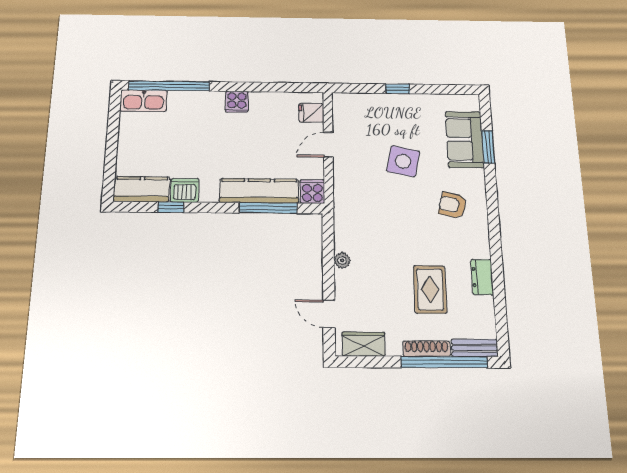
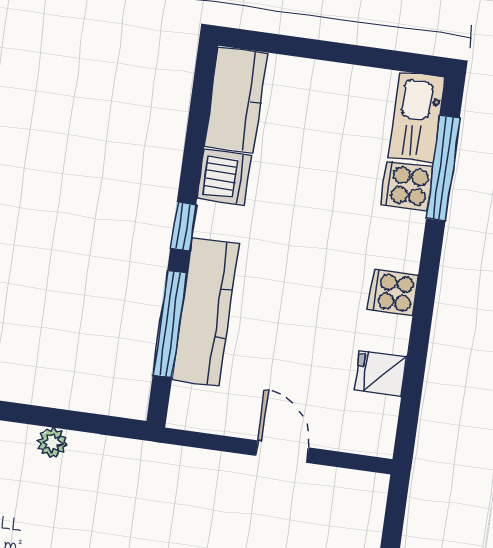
window: (169, 86) -> (443, 168), width x0.68
fridge: (311, 113) -> (381, 373), moved, turned -90
cooker: (312, 192) -> (407, 186), moved, turned 180
window: (171, 207) -> (183, 226), moved

